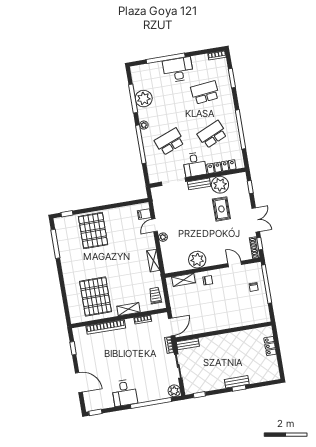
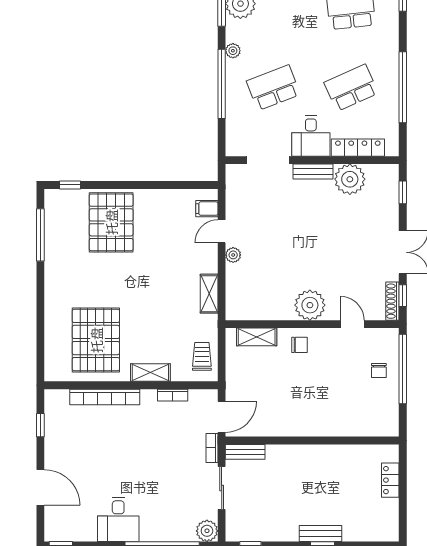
rug: (221, 209) -> (345, 223), removed
plant: (197, 260) -> (310, 305), moved

